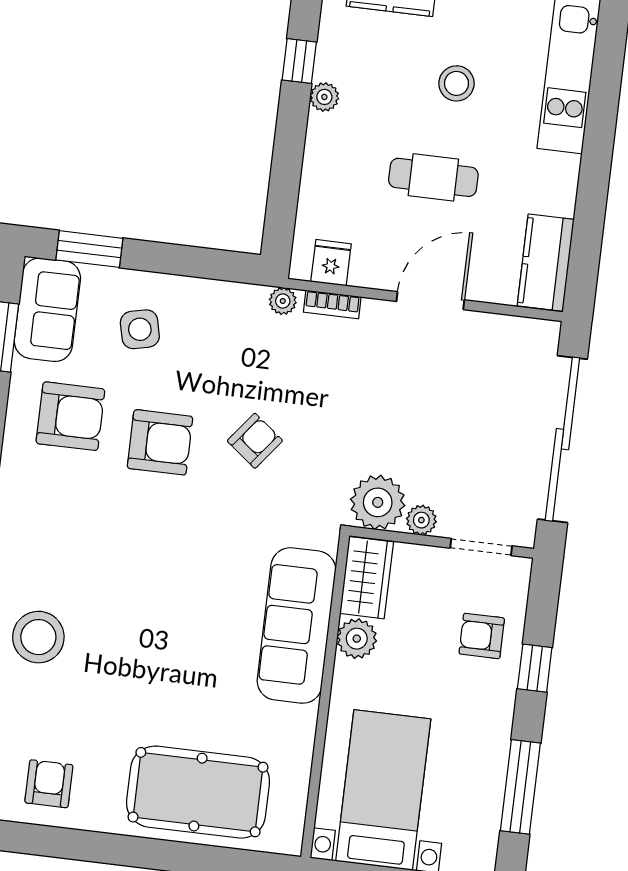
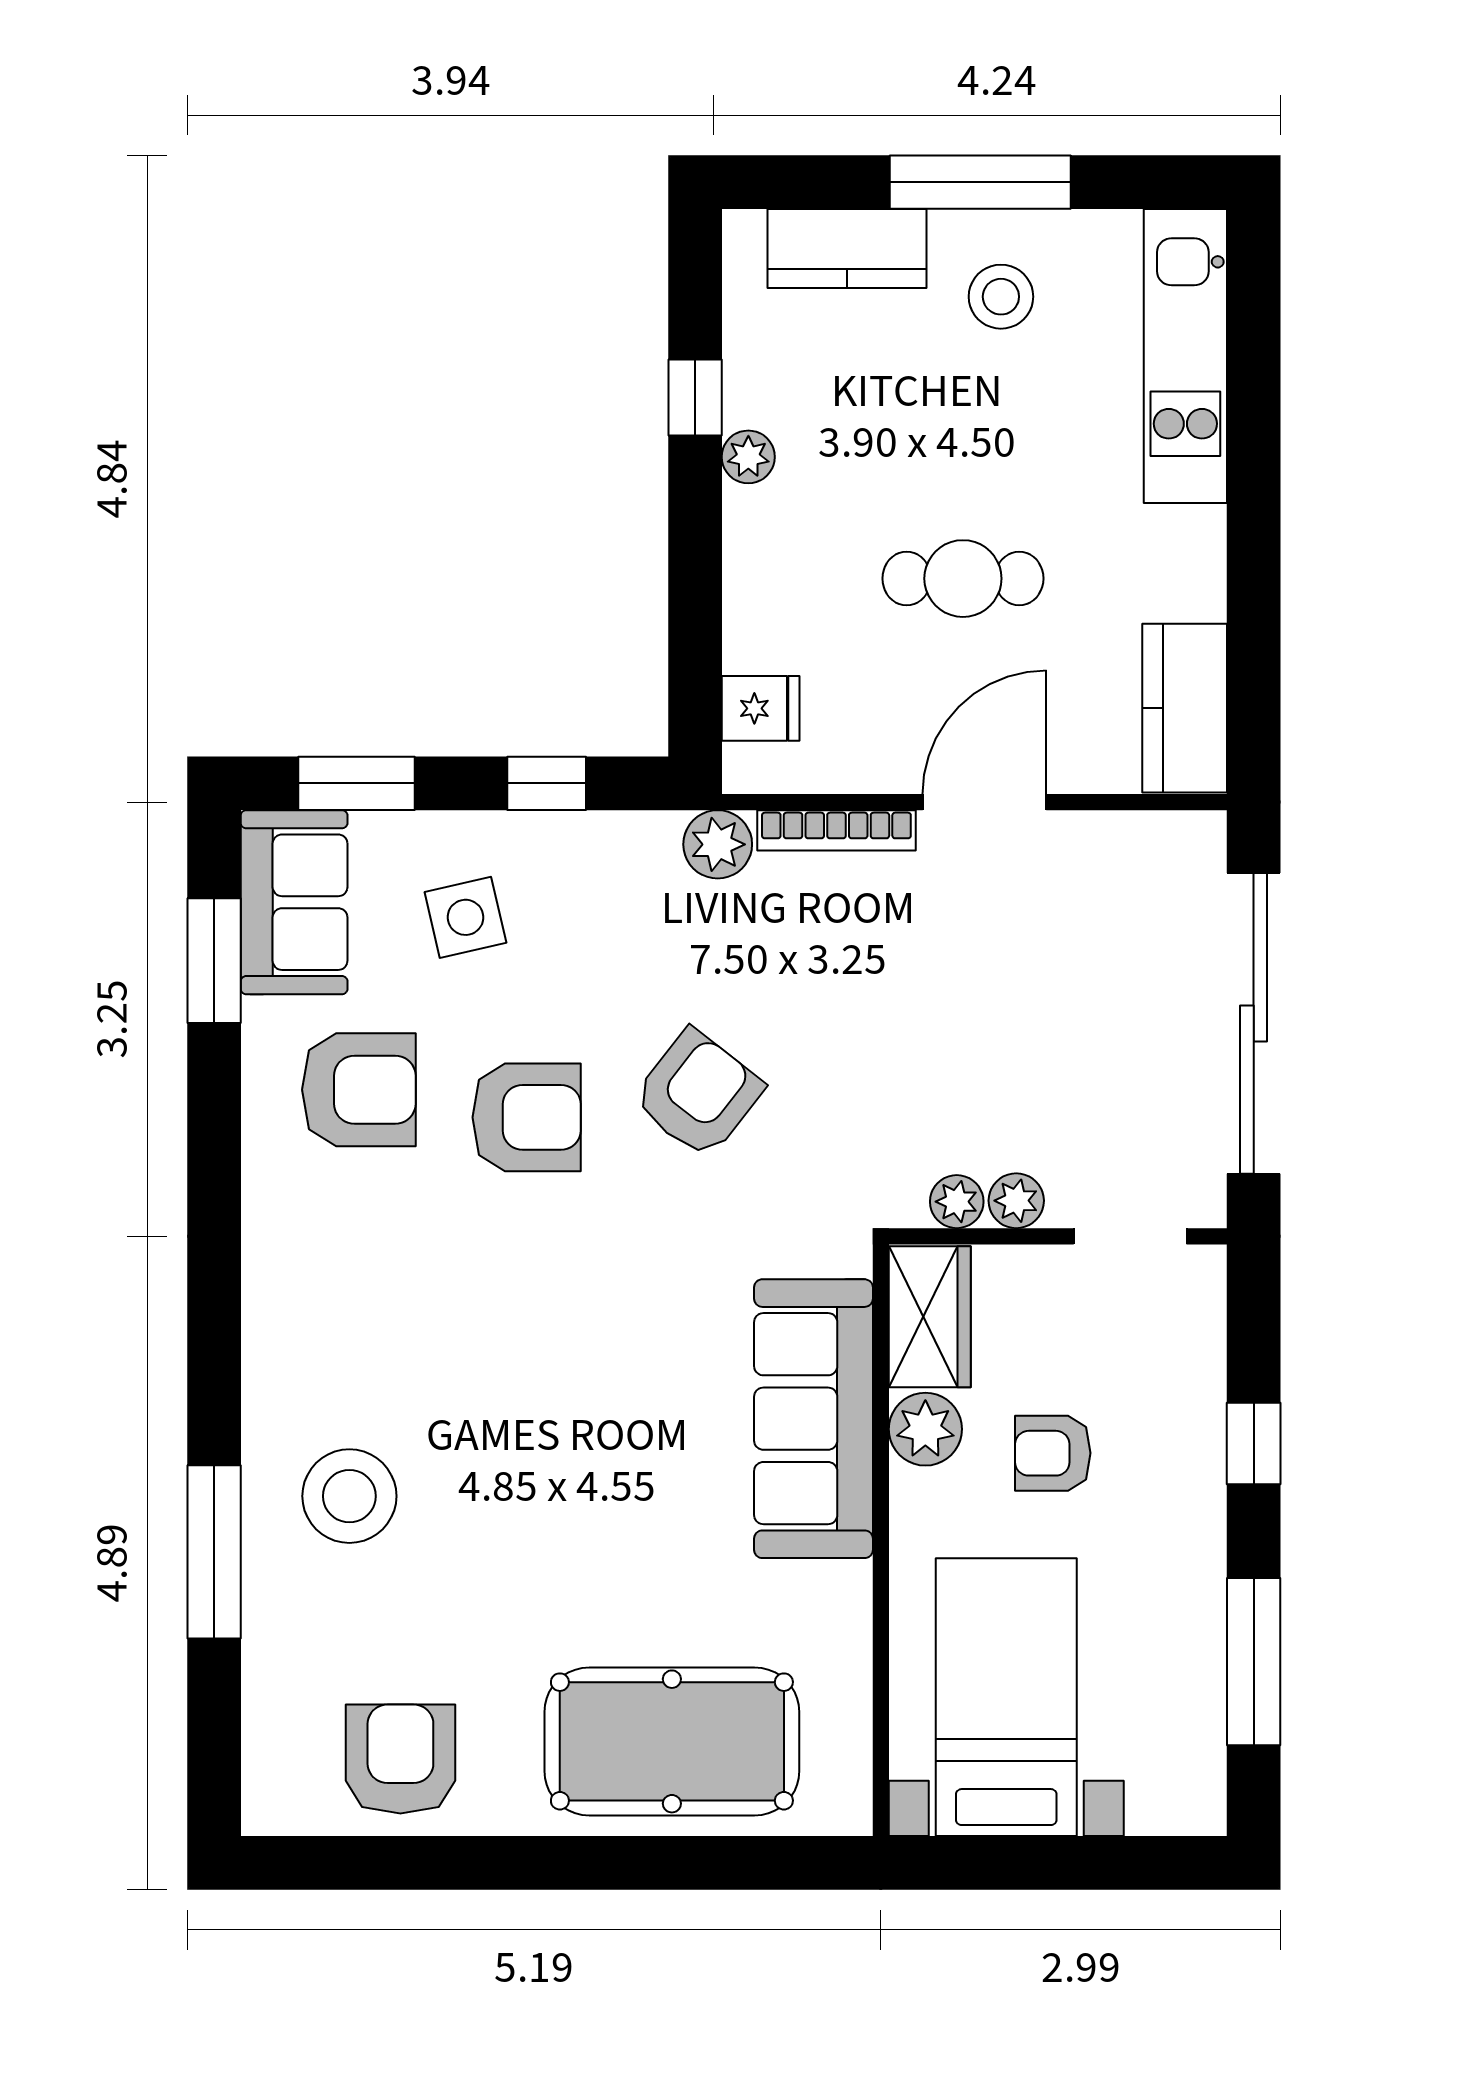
stool: (456, 83) -> (1001, 297), moved
window: (193, 262) -> (547, 783), added
fridge: (331, 263) -> (761, 708), moved, turned 90
plant: (283, 301) -> (718, 844), width x1.38, depth x1.38
bookcase: (332, 304) -> (836, 830), width x1.56
armchair: (255, 441) -> (698, 1094), width x1.38, depth x1.38
plant: (378, 502) -> (957, 1202), width x0.53, depth x0.53
armchair: (482, 636) -> (1053, 1453), moved
armchair: (49, 784) -> (400, 1759), width x1.38, depth x1.38

